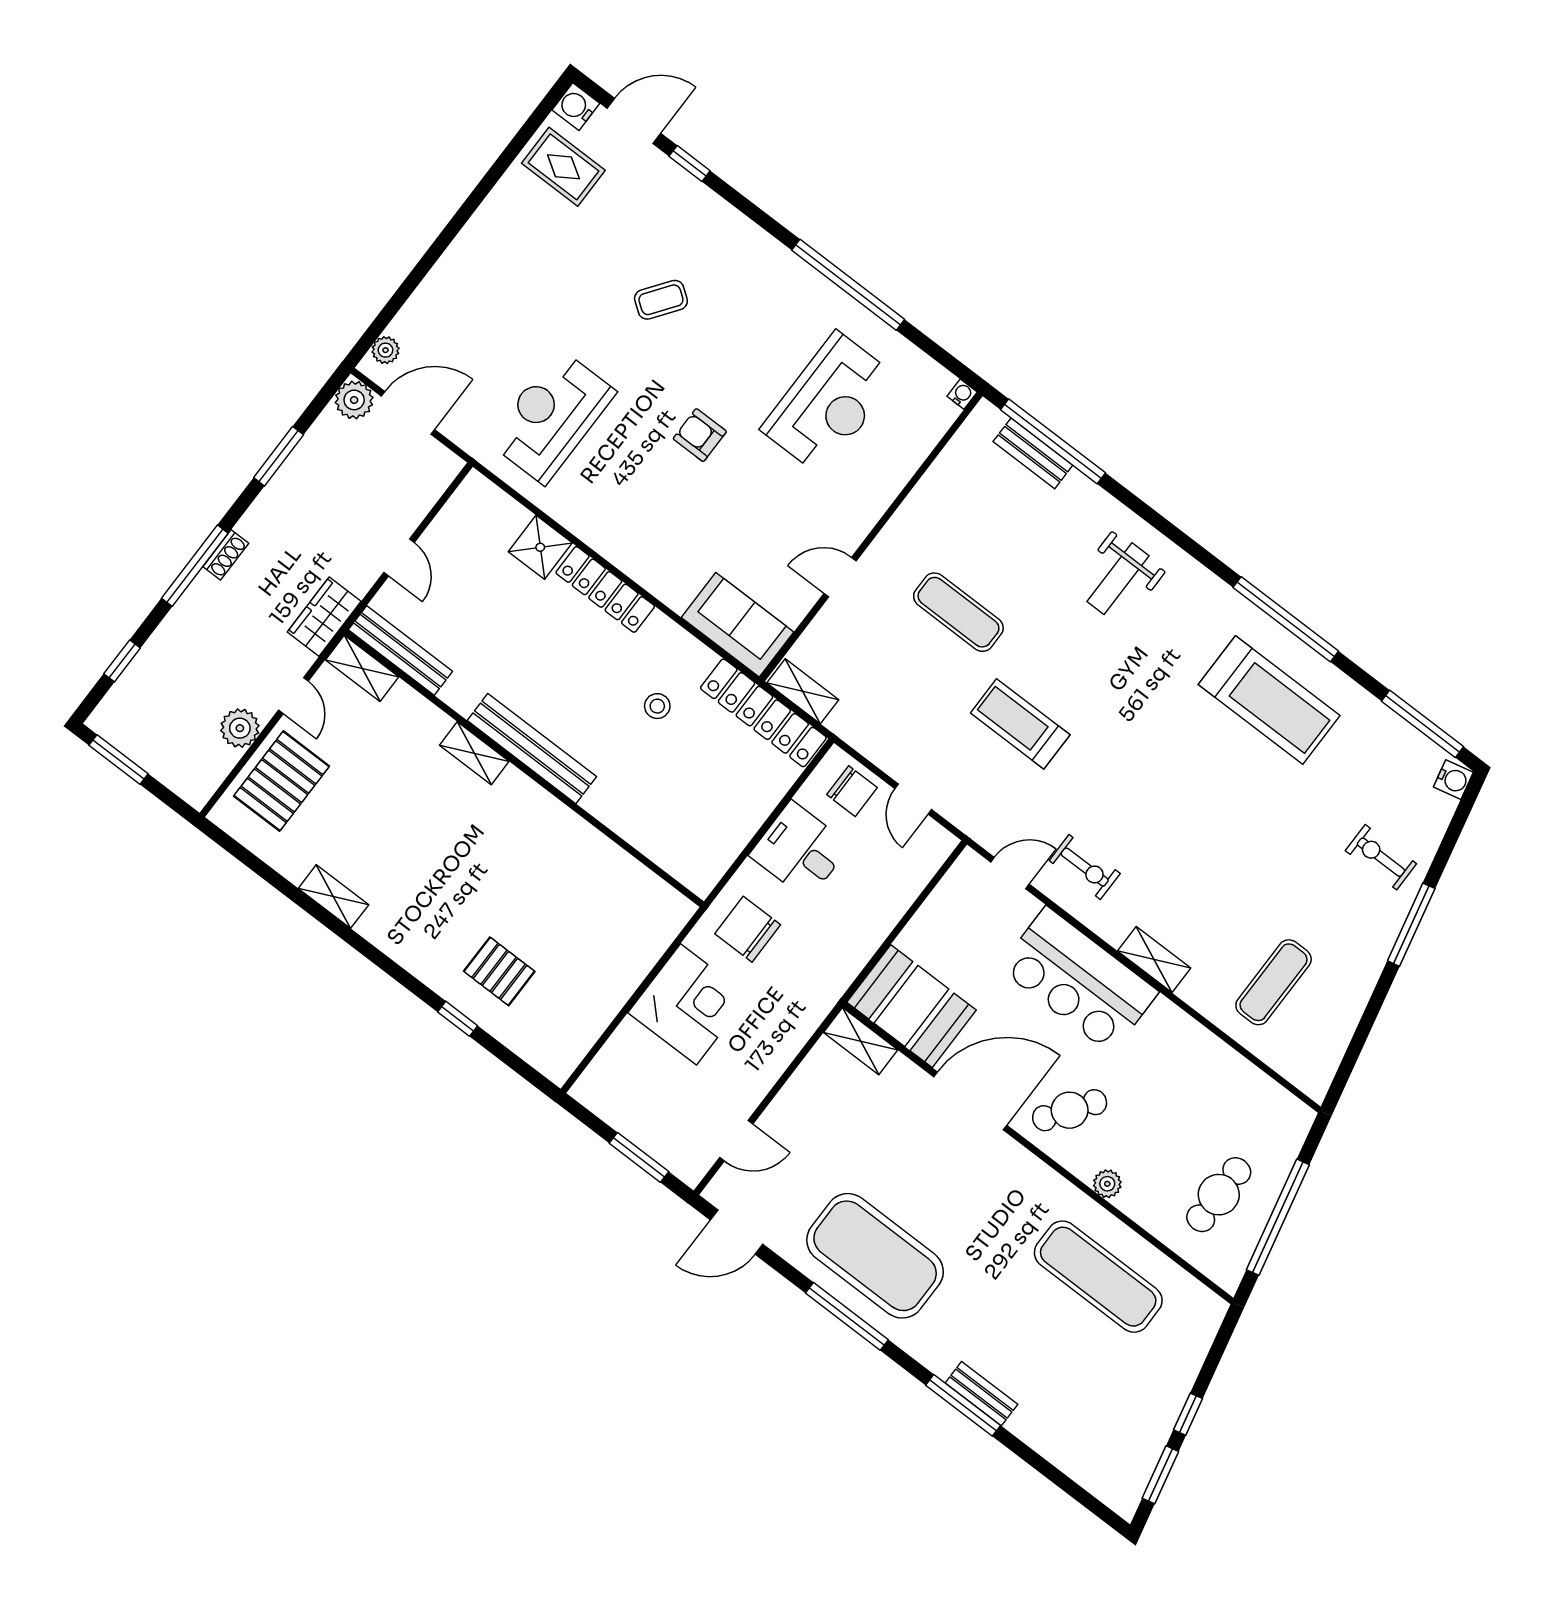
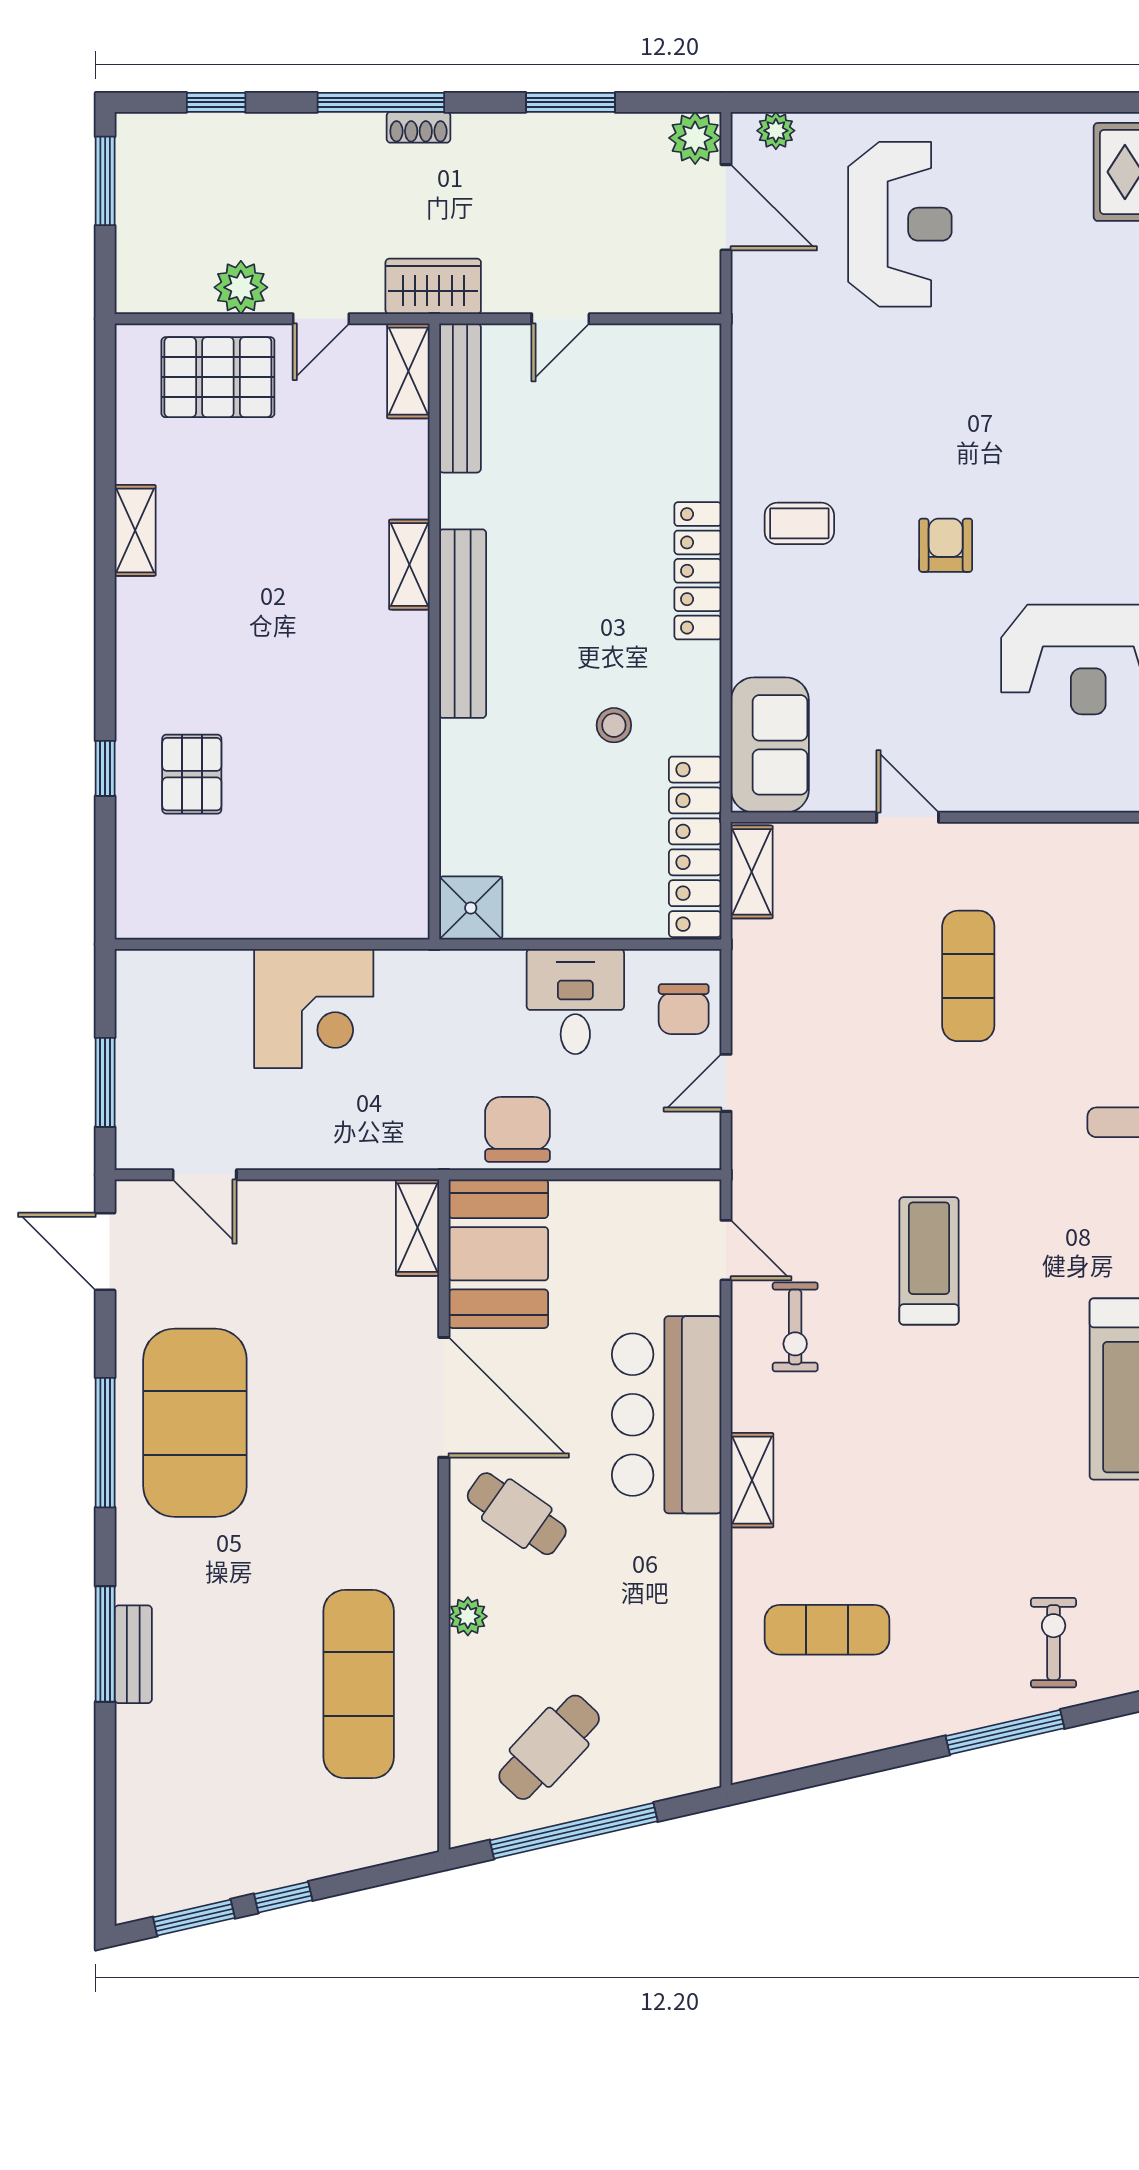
coffee table: (661, 300) -> (799, 523), moved, turned -36
reception desk: (552, 416) -> (900, 224), moved, turned 90
shower: (540, 547) -> (471, 908), moved
treadmill: (1020, 724) -> (929, 1261), moved
chair: (748, 929) -> (517, 1129), moved
cafe table: (1219, 1195) -> (549, 1747), turned -47

